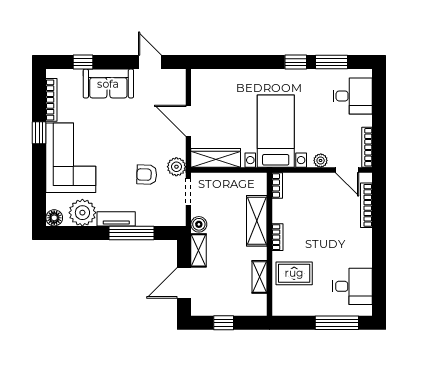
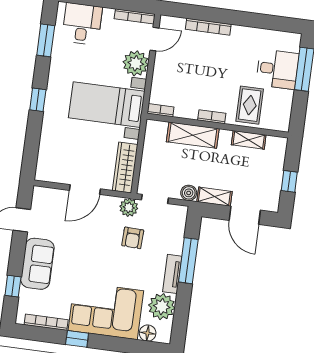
window: (296, 62) -> (38, 100), moved
plant: (321, 160) -> (136, 63), width x1.88, depth x1.88
bookcase: (366, 205) -> (208, 27), moved
floor lamp: (54, 218) -> (148, 333), moved
desk: (352, 286) -> (277, 69), moved, turned 90

